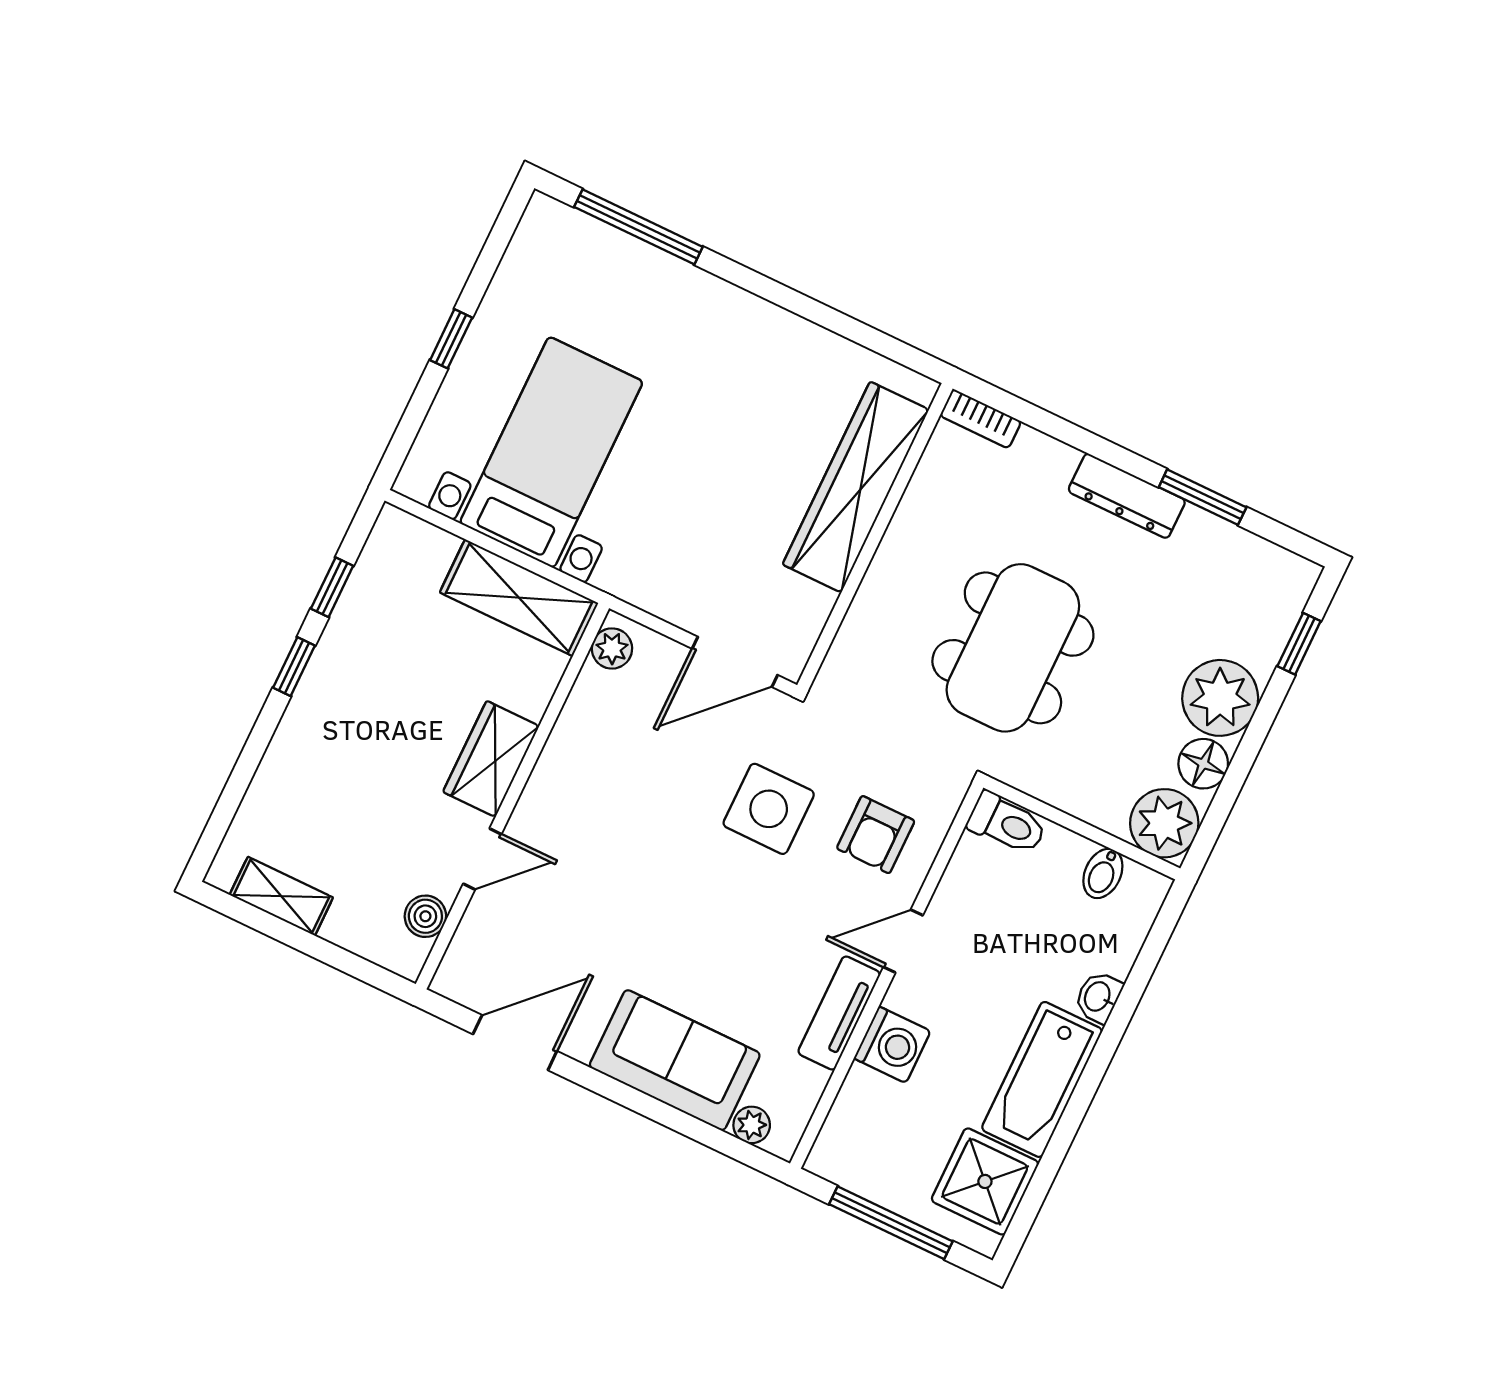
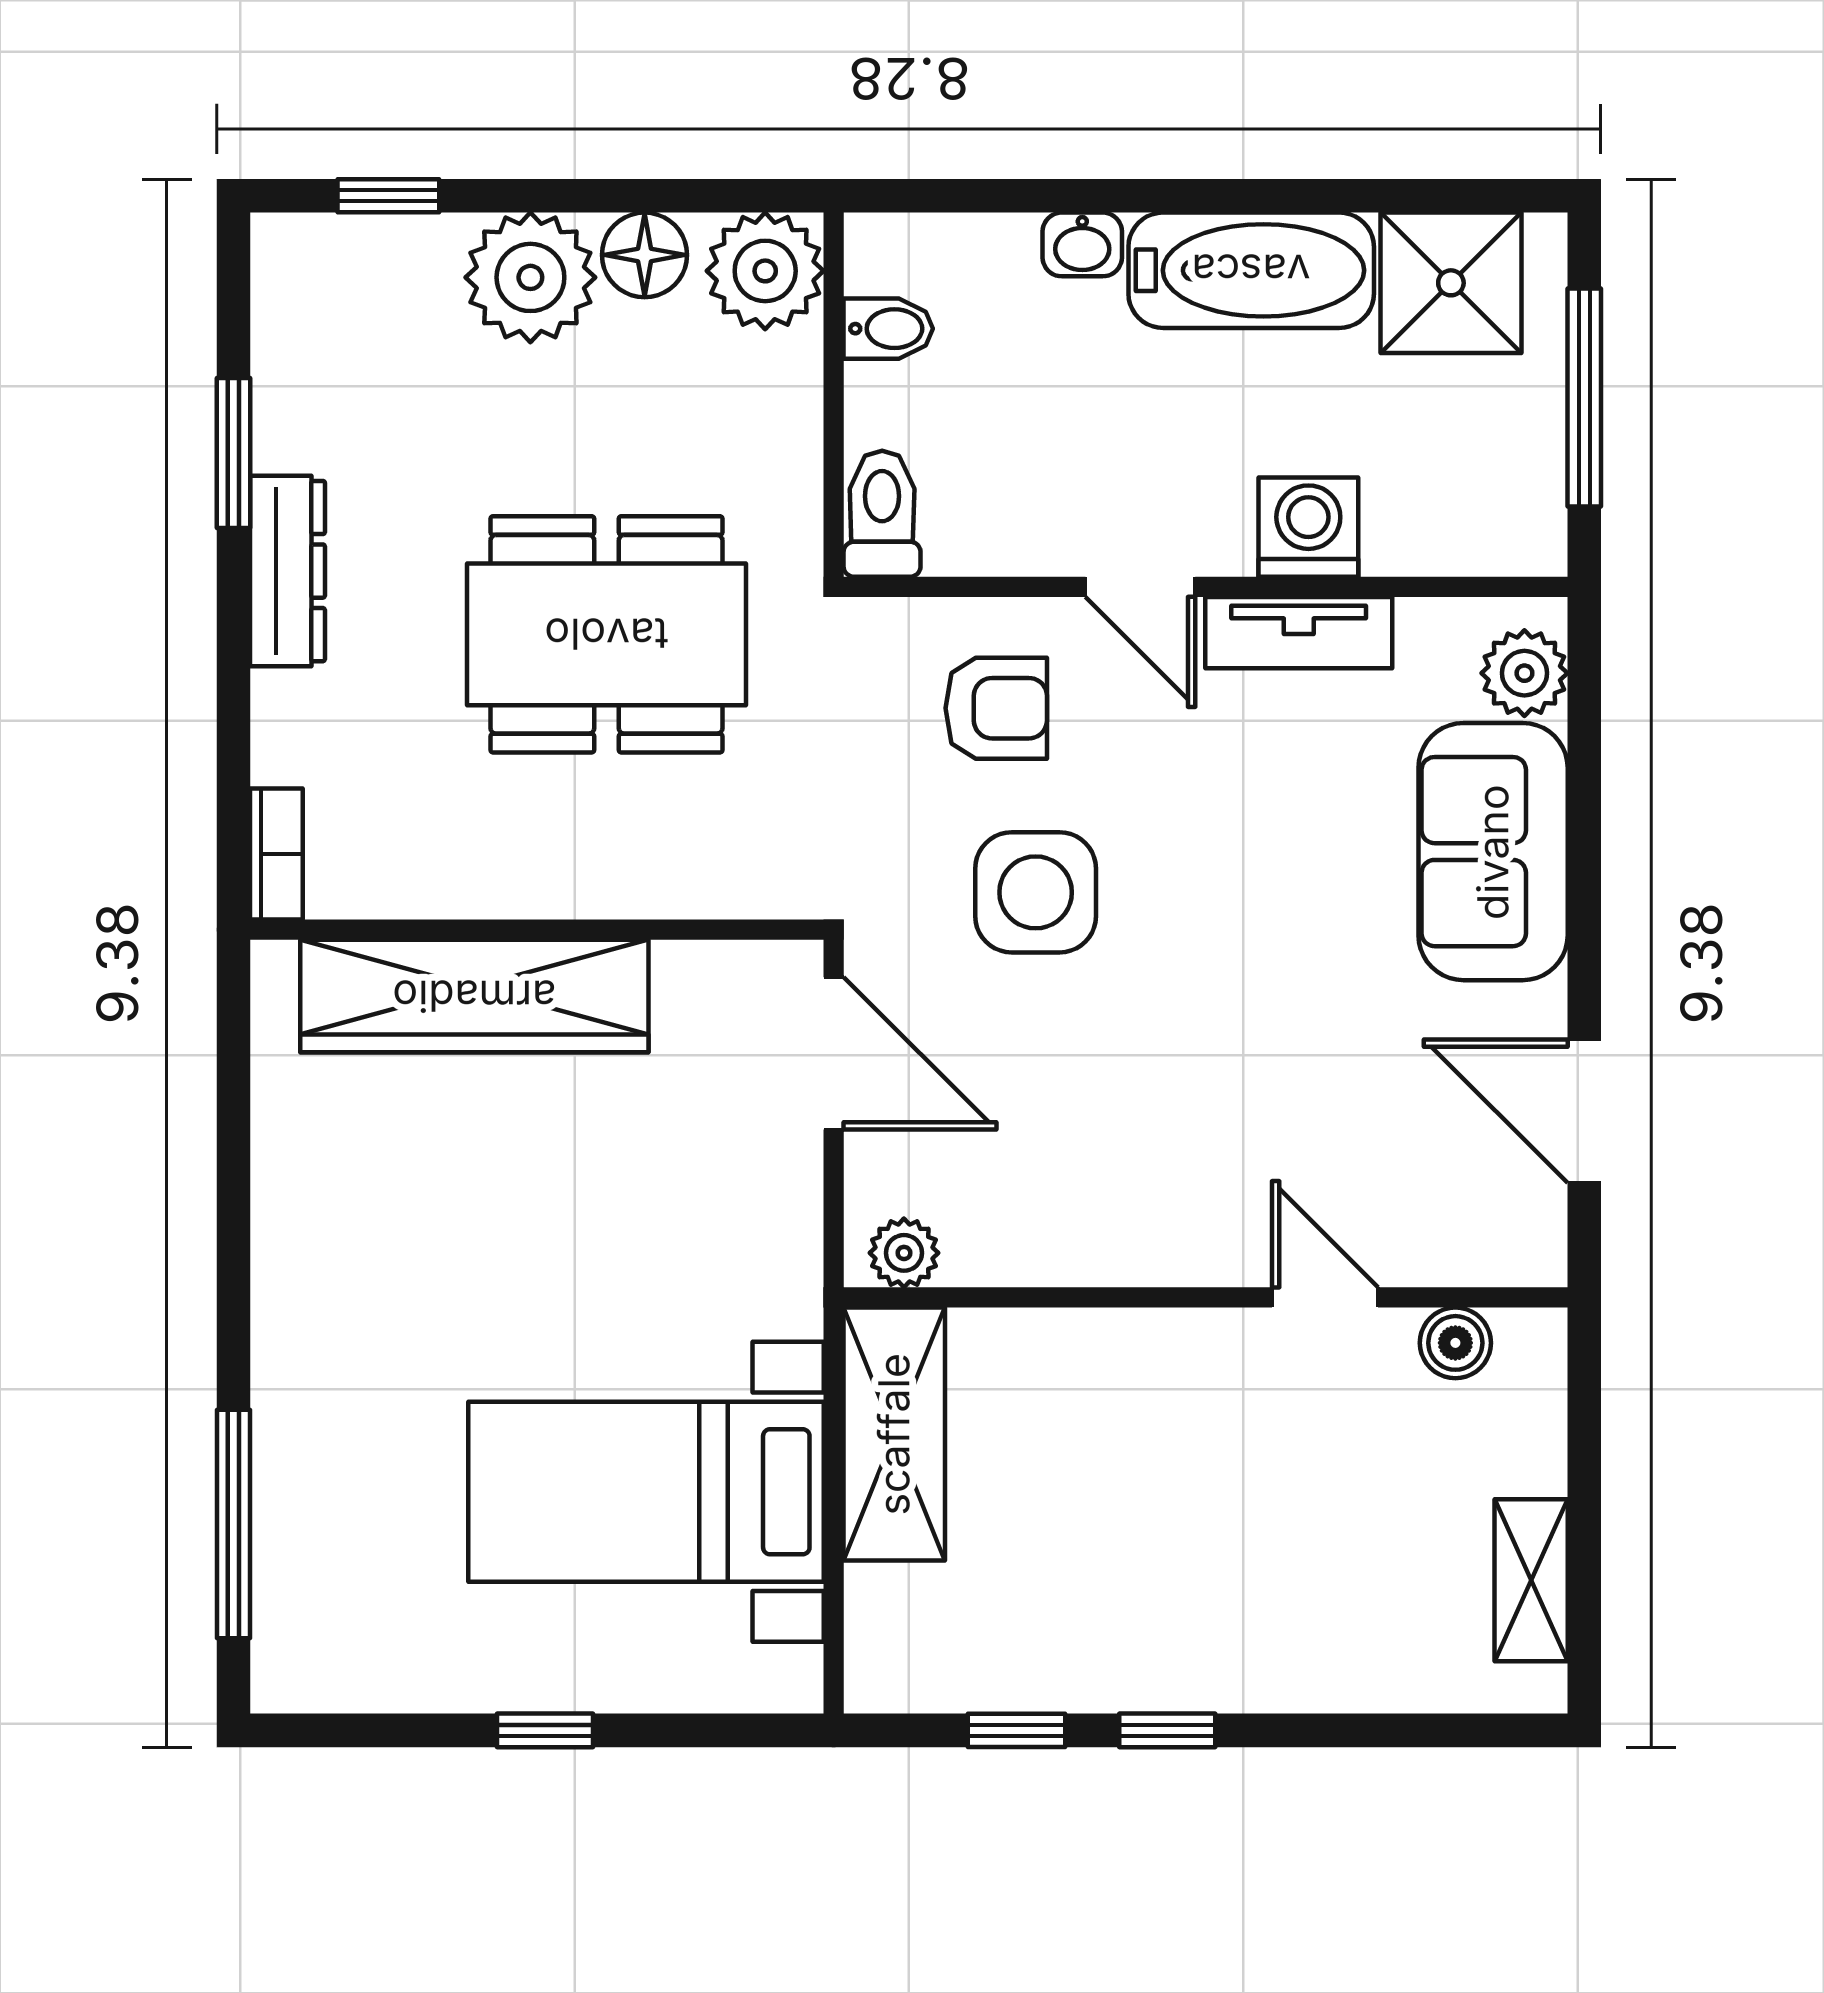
wardrobe: (491, 759) -> (1164, 1358), removed
plant: (752, 1125) -> (1524, 673), width x1.38, depth x1.38

